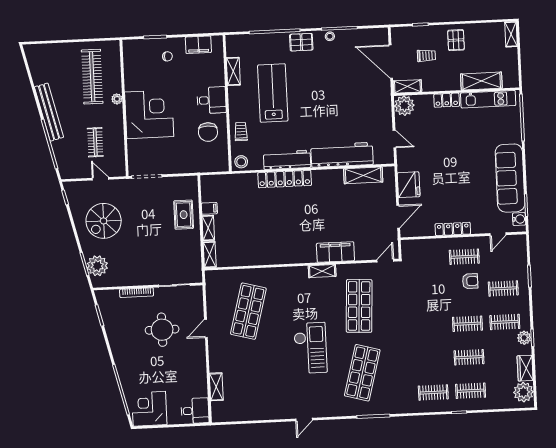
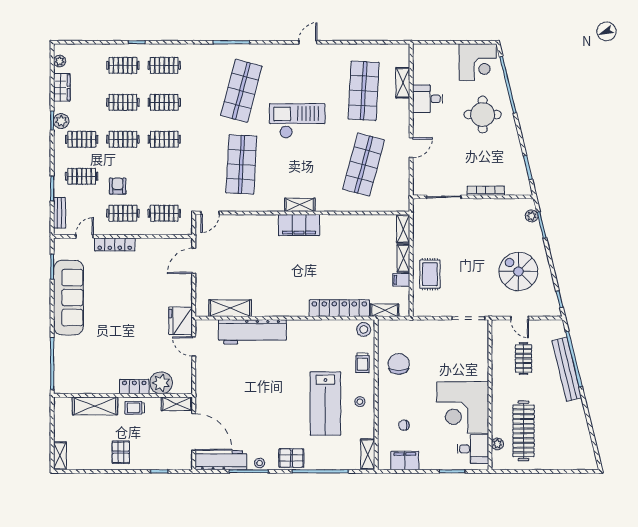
chair: (167, 56) -> (404, 425), moved
trolley: (426, 56) -> (135, 408), moved
shelving: (233, 71) -> (368, 454), moved
stool: (242, 96) -> (360, 402), added
plant: (117, 99) -> (497, 444), moved
kitchen unit: (488, 99) -> (88, 386), removed
desk: (211, 100) -> (473, 449), moved, turned 180
plant: (404, 106) -> (161, 383), moved
bench: (49, 112) -> (567, 369), moved
corner desk: (149, 114) -> (463, 407), moved
workbench: (287, 160) -> (221, 460), moved, turned 180
locker: (285, 179) -> (339, 308), moved
shelving: (223, 180) -> (385, 310), added
fridge: (409, 185) -> (180, 321), moved
water cooler: (519, 219) -> (61, 252), removed
spiral stairs: (104, 221) -> (518, 271), turned -90
locker: (453, 229) -> (115, 244), moved
filing cabinet: (335, 252) -> (299, 225), moved
bench: (522, 254) -> (60, 213), added
clothes rail: (427, 258) -> (164, 213), added
plant: (97, 266) -> (532, 216), width x0.53, depth x0.53
shelving: (322, 271) -> (300, 205), moved
armchair: (470, 281) -> (118, 186), turned 90
clothes rail: (430, 325) -> (164, 139), added
round table: (162, 330) -> (483, 115), moved
checkout: (310, 348) -> (297, 121), turned 90
clothes rail: (432, 359) -> (164, 102), added
shop shelf: (252, 378) -> (364, 91), added
plant: (523, 392) -> (60, 61), width x0.53, depth x0.53
desk: (195, 411) -> (428, 99), moved

